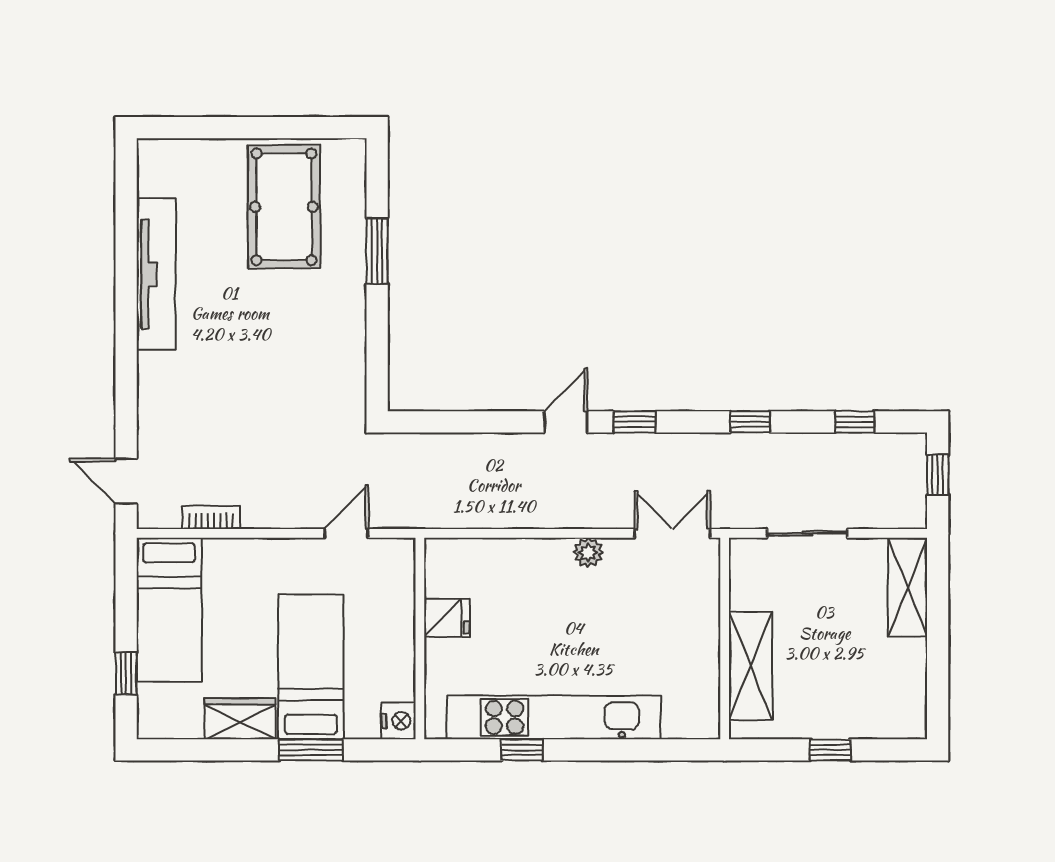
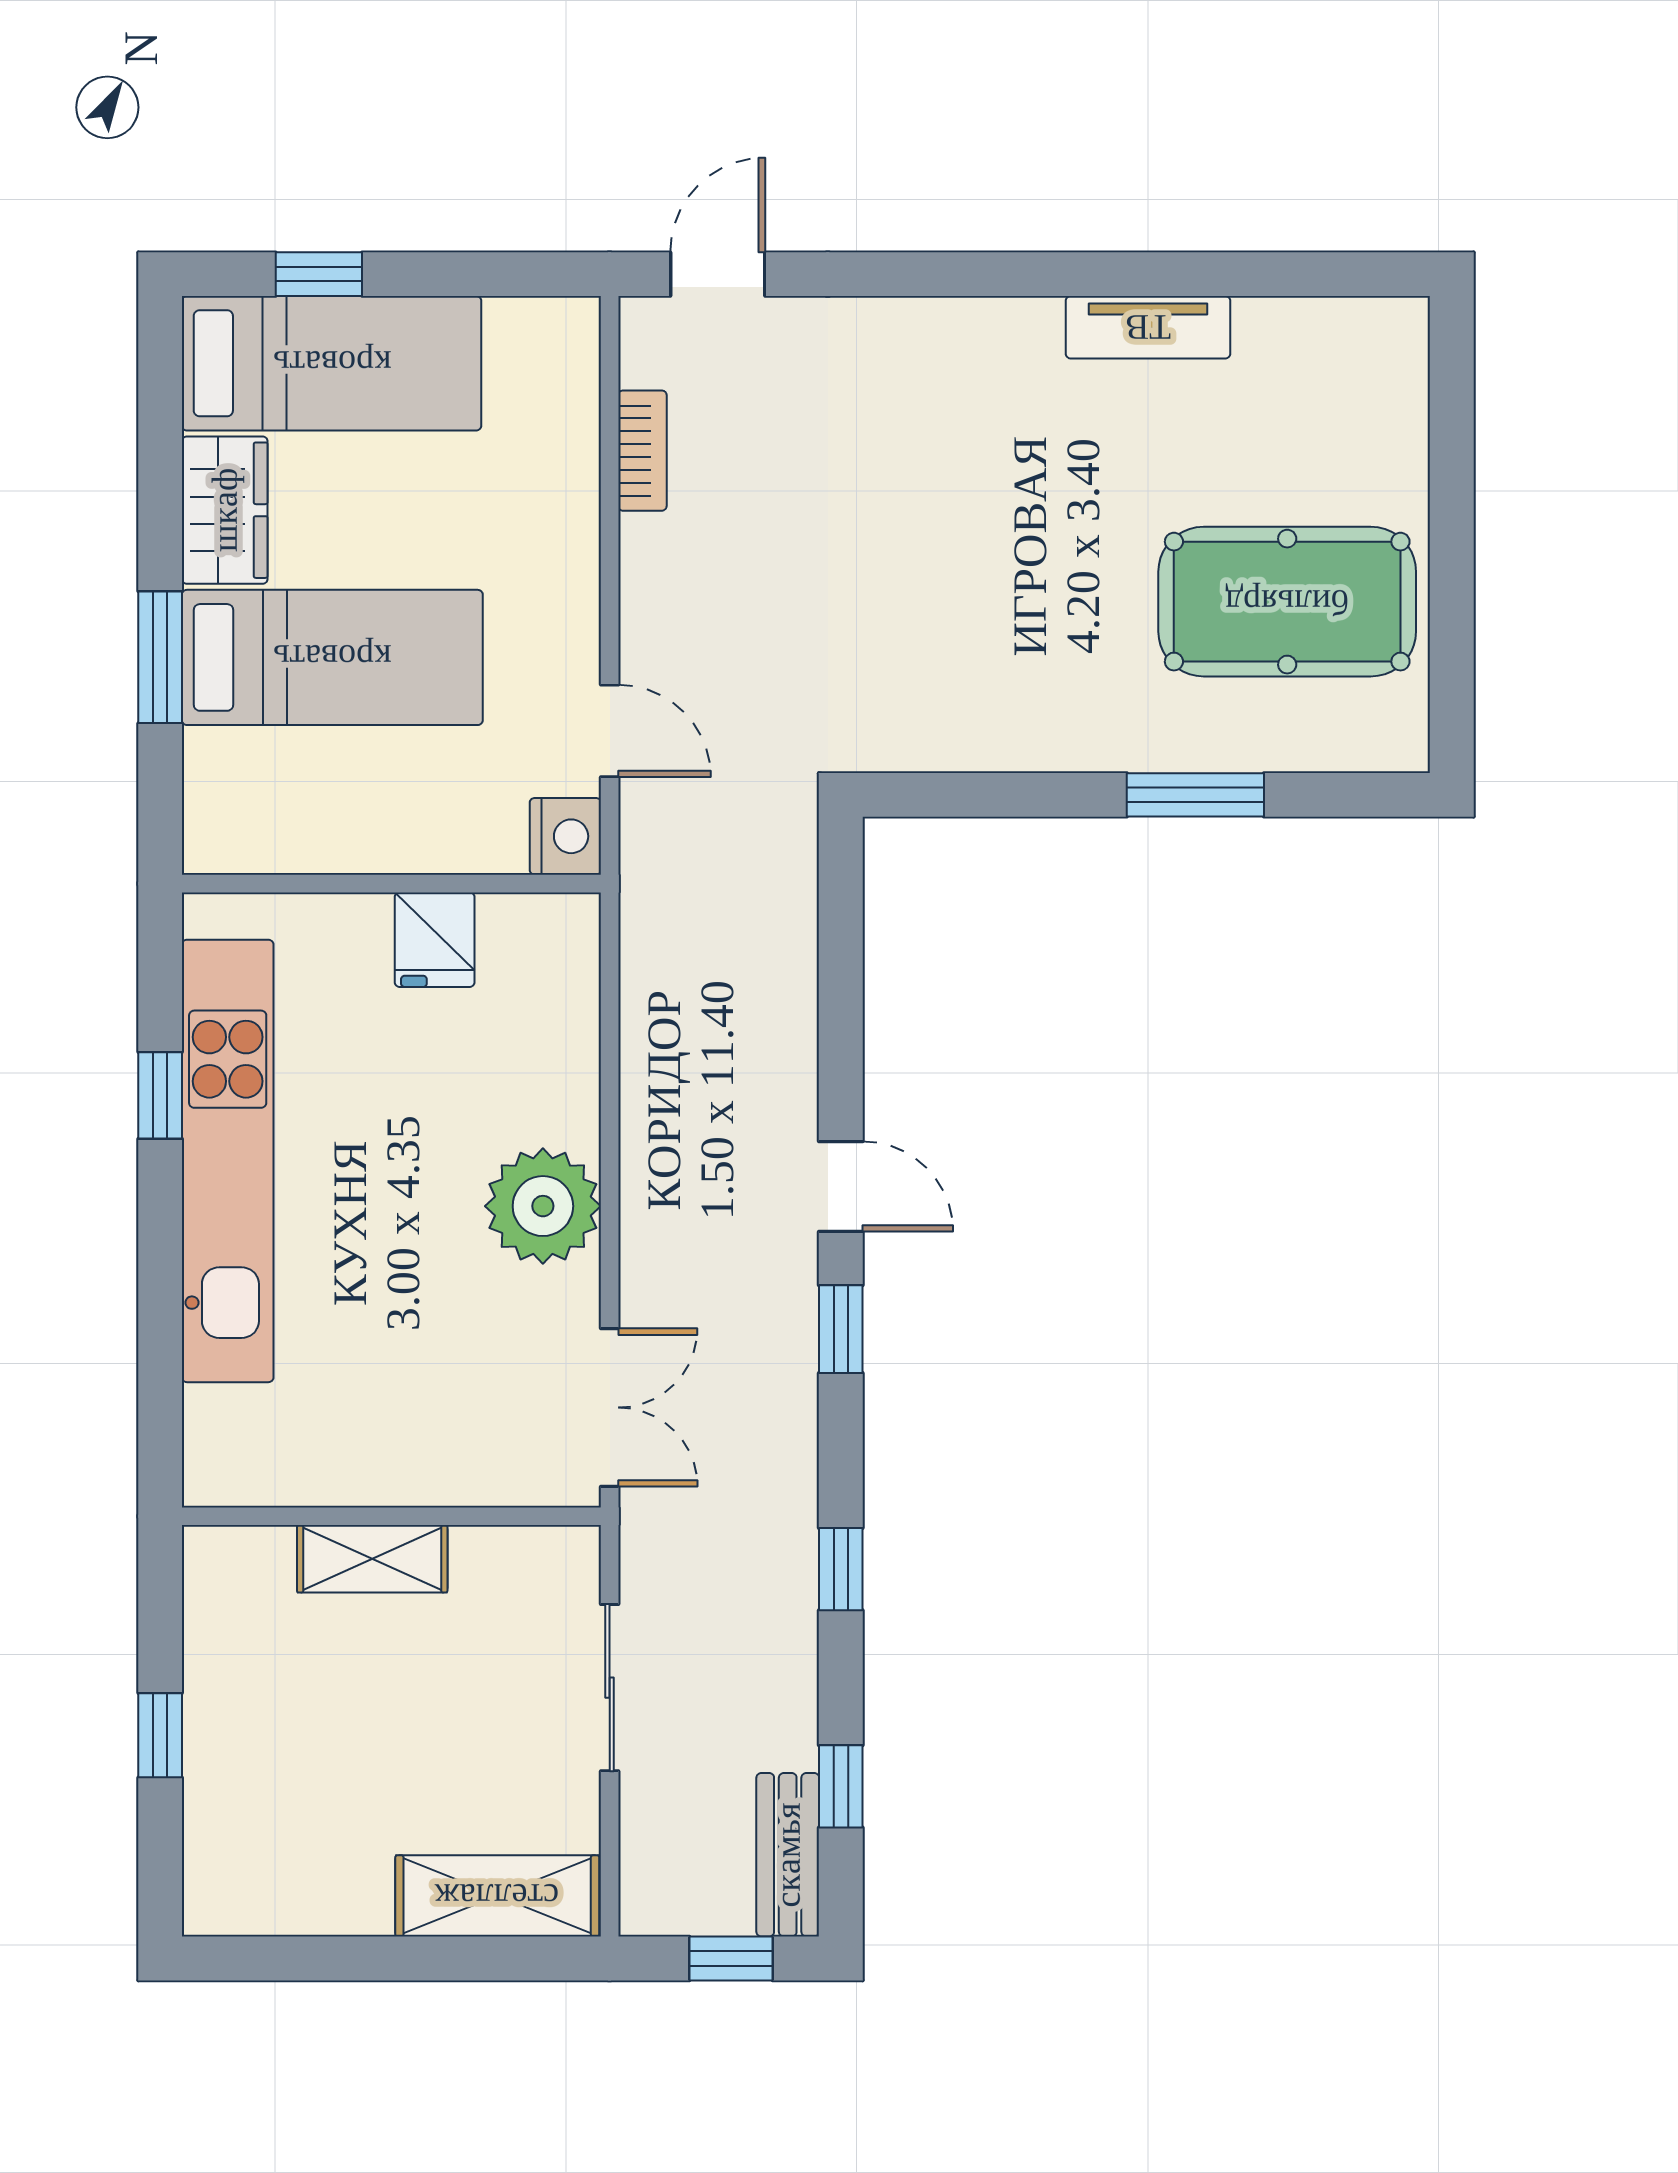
tv unit: (156, 274) -> (1148, 327), width x0.52, depth x0.78
bench: (888, 447) -> (788, 1855), added
plant: (588, 552) -> (543, 1206), width x1.88, depth x1.88
bed: (169, 610) -> (332, 363), moved, turned 180
shelving: (751, 666) -> (372, 1559), width x0.67, depth x0.75
nightstand: (399, 721) -> (565, 836), moved, turned -90

